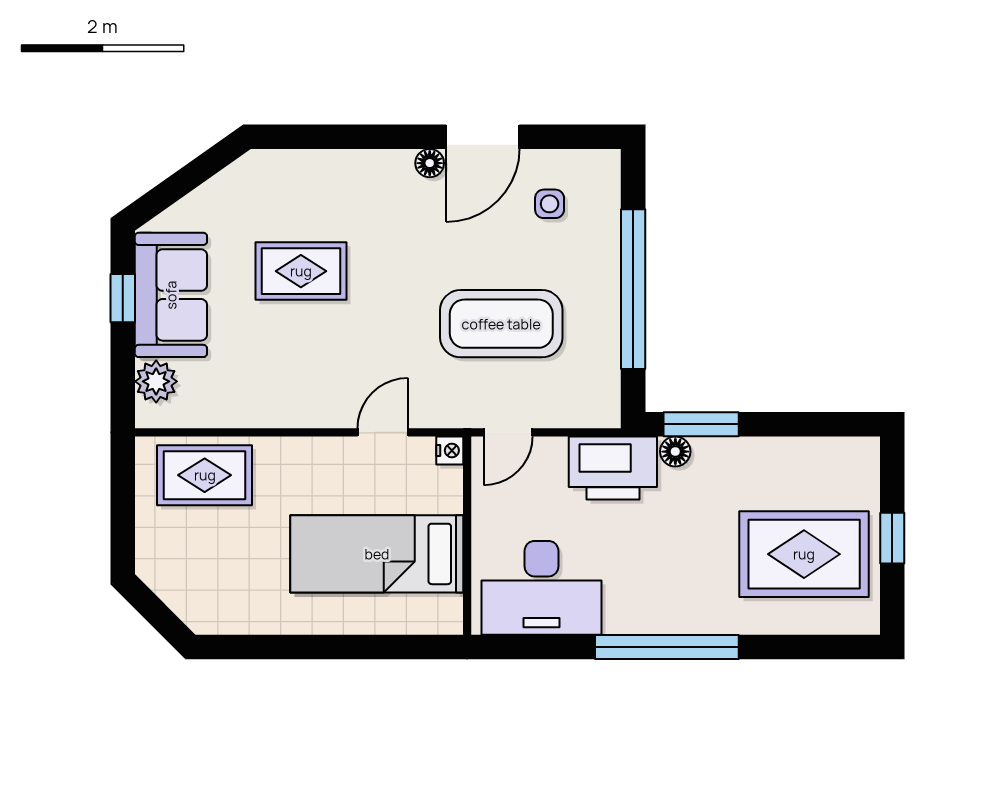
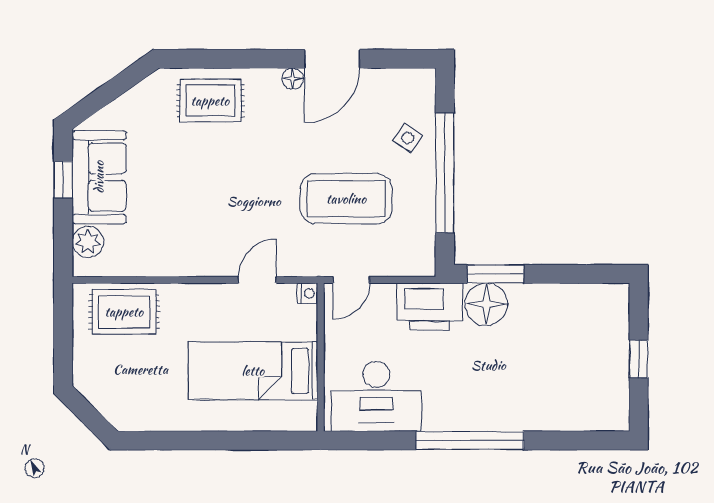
side table: (550, 204) -> (408, 138), moved, turned 35
rug: (301, 271) -> (210, 101), moved
floor lamp: (675, 452) -> (486, 304), width x1.89, depth x1.89
rug: (804, 554) -> (573, 371), removed

